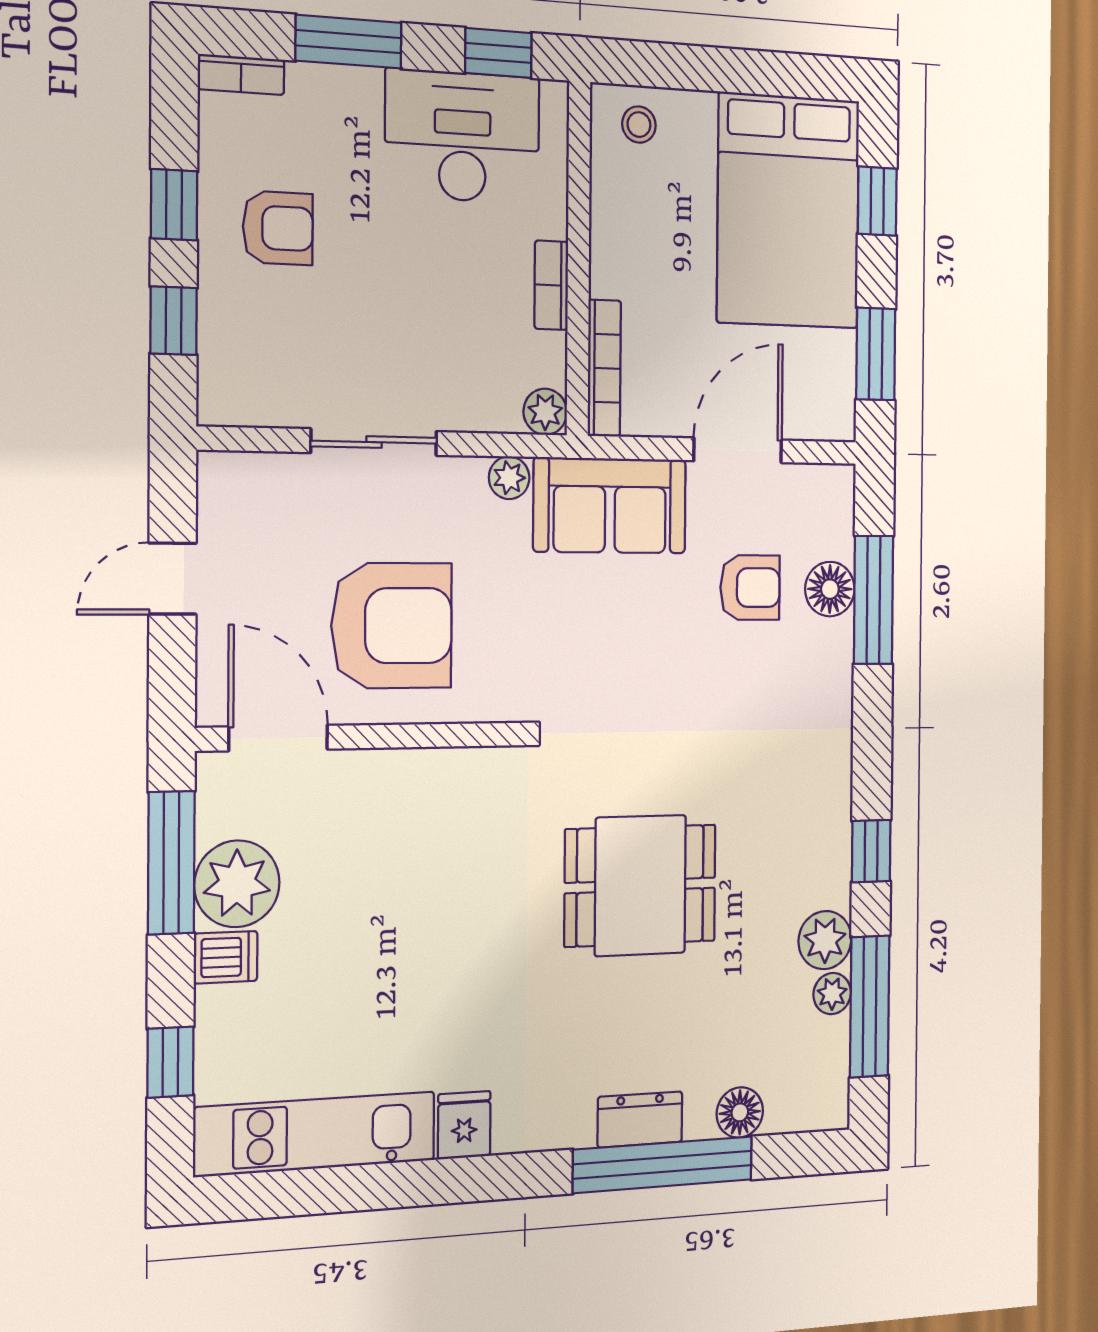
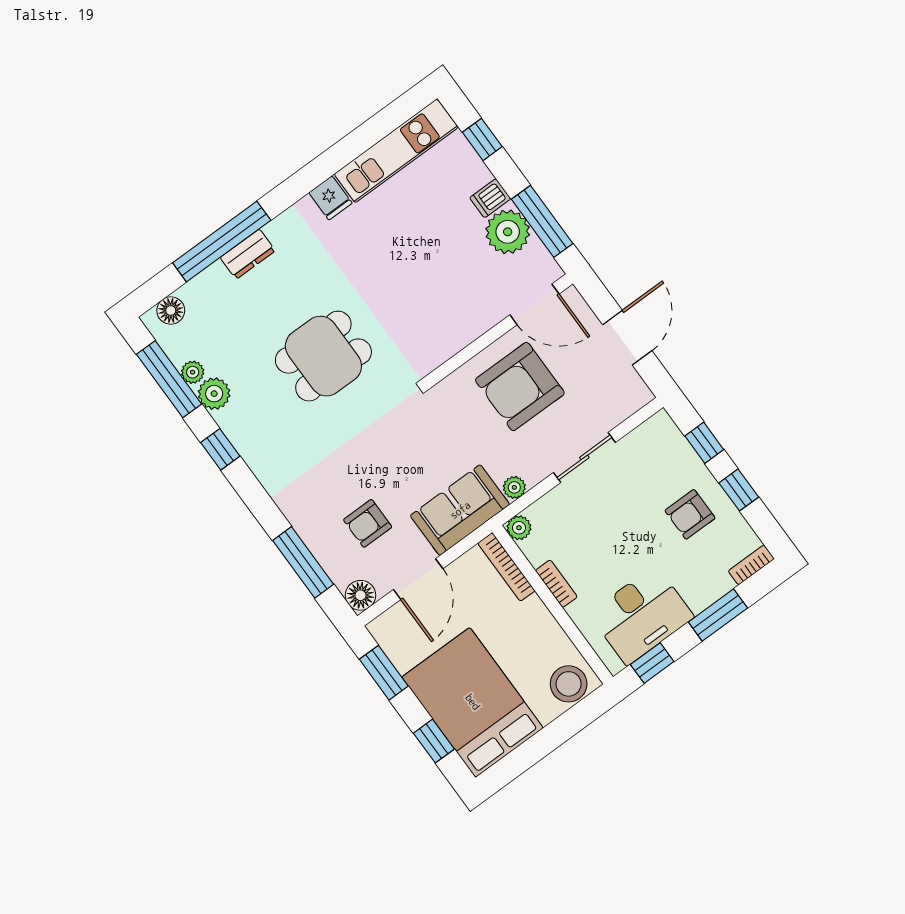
stool: (639, 125) -> (569, 684), width x1.89, depth x1.89
door: (172, 579) -> (627, 338), width x1.37
floor lamp: (830, 589) -> (360, 595), moved
floor lamp: (740, 1112) -> (171, 310), moved

